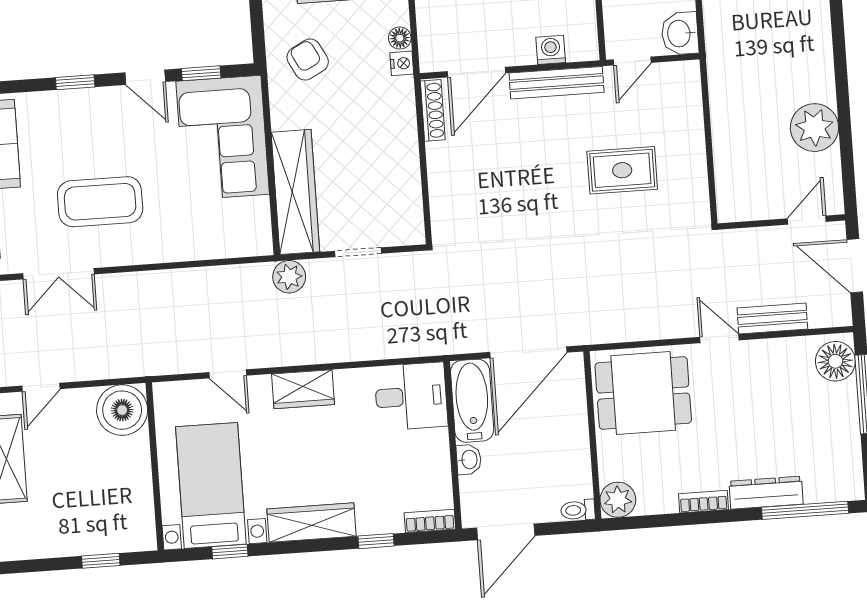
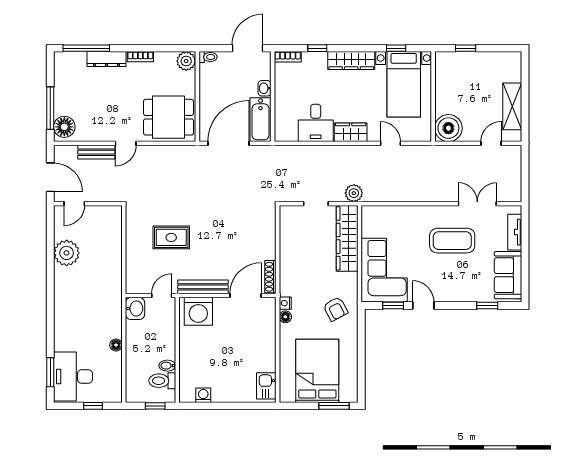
washing machine: (551, 50) -> (198, 311), width x1.89, depth x1.89
window: (75, 82) -> (487, 306), moved
door: (719, 339) -> (126, 143), hinge flipped
desk: (411, 396) -> (316, 123), moved, turned -90

